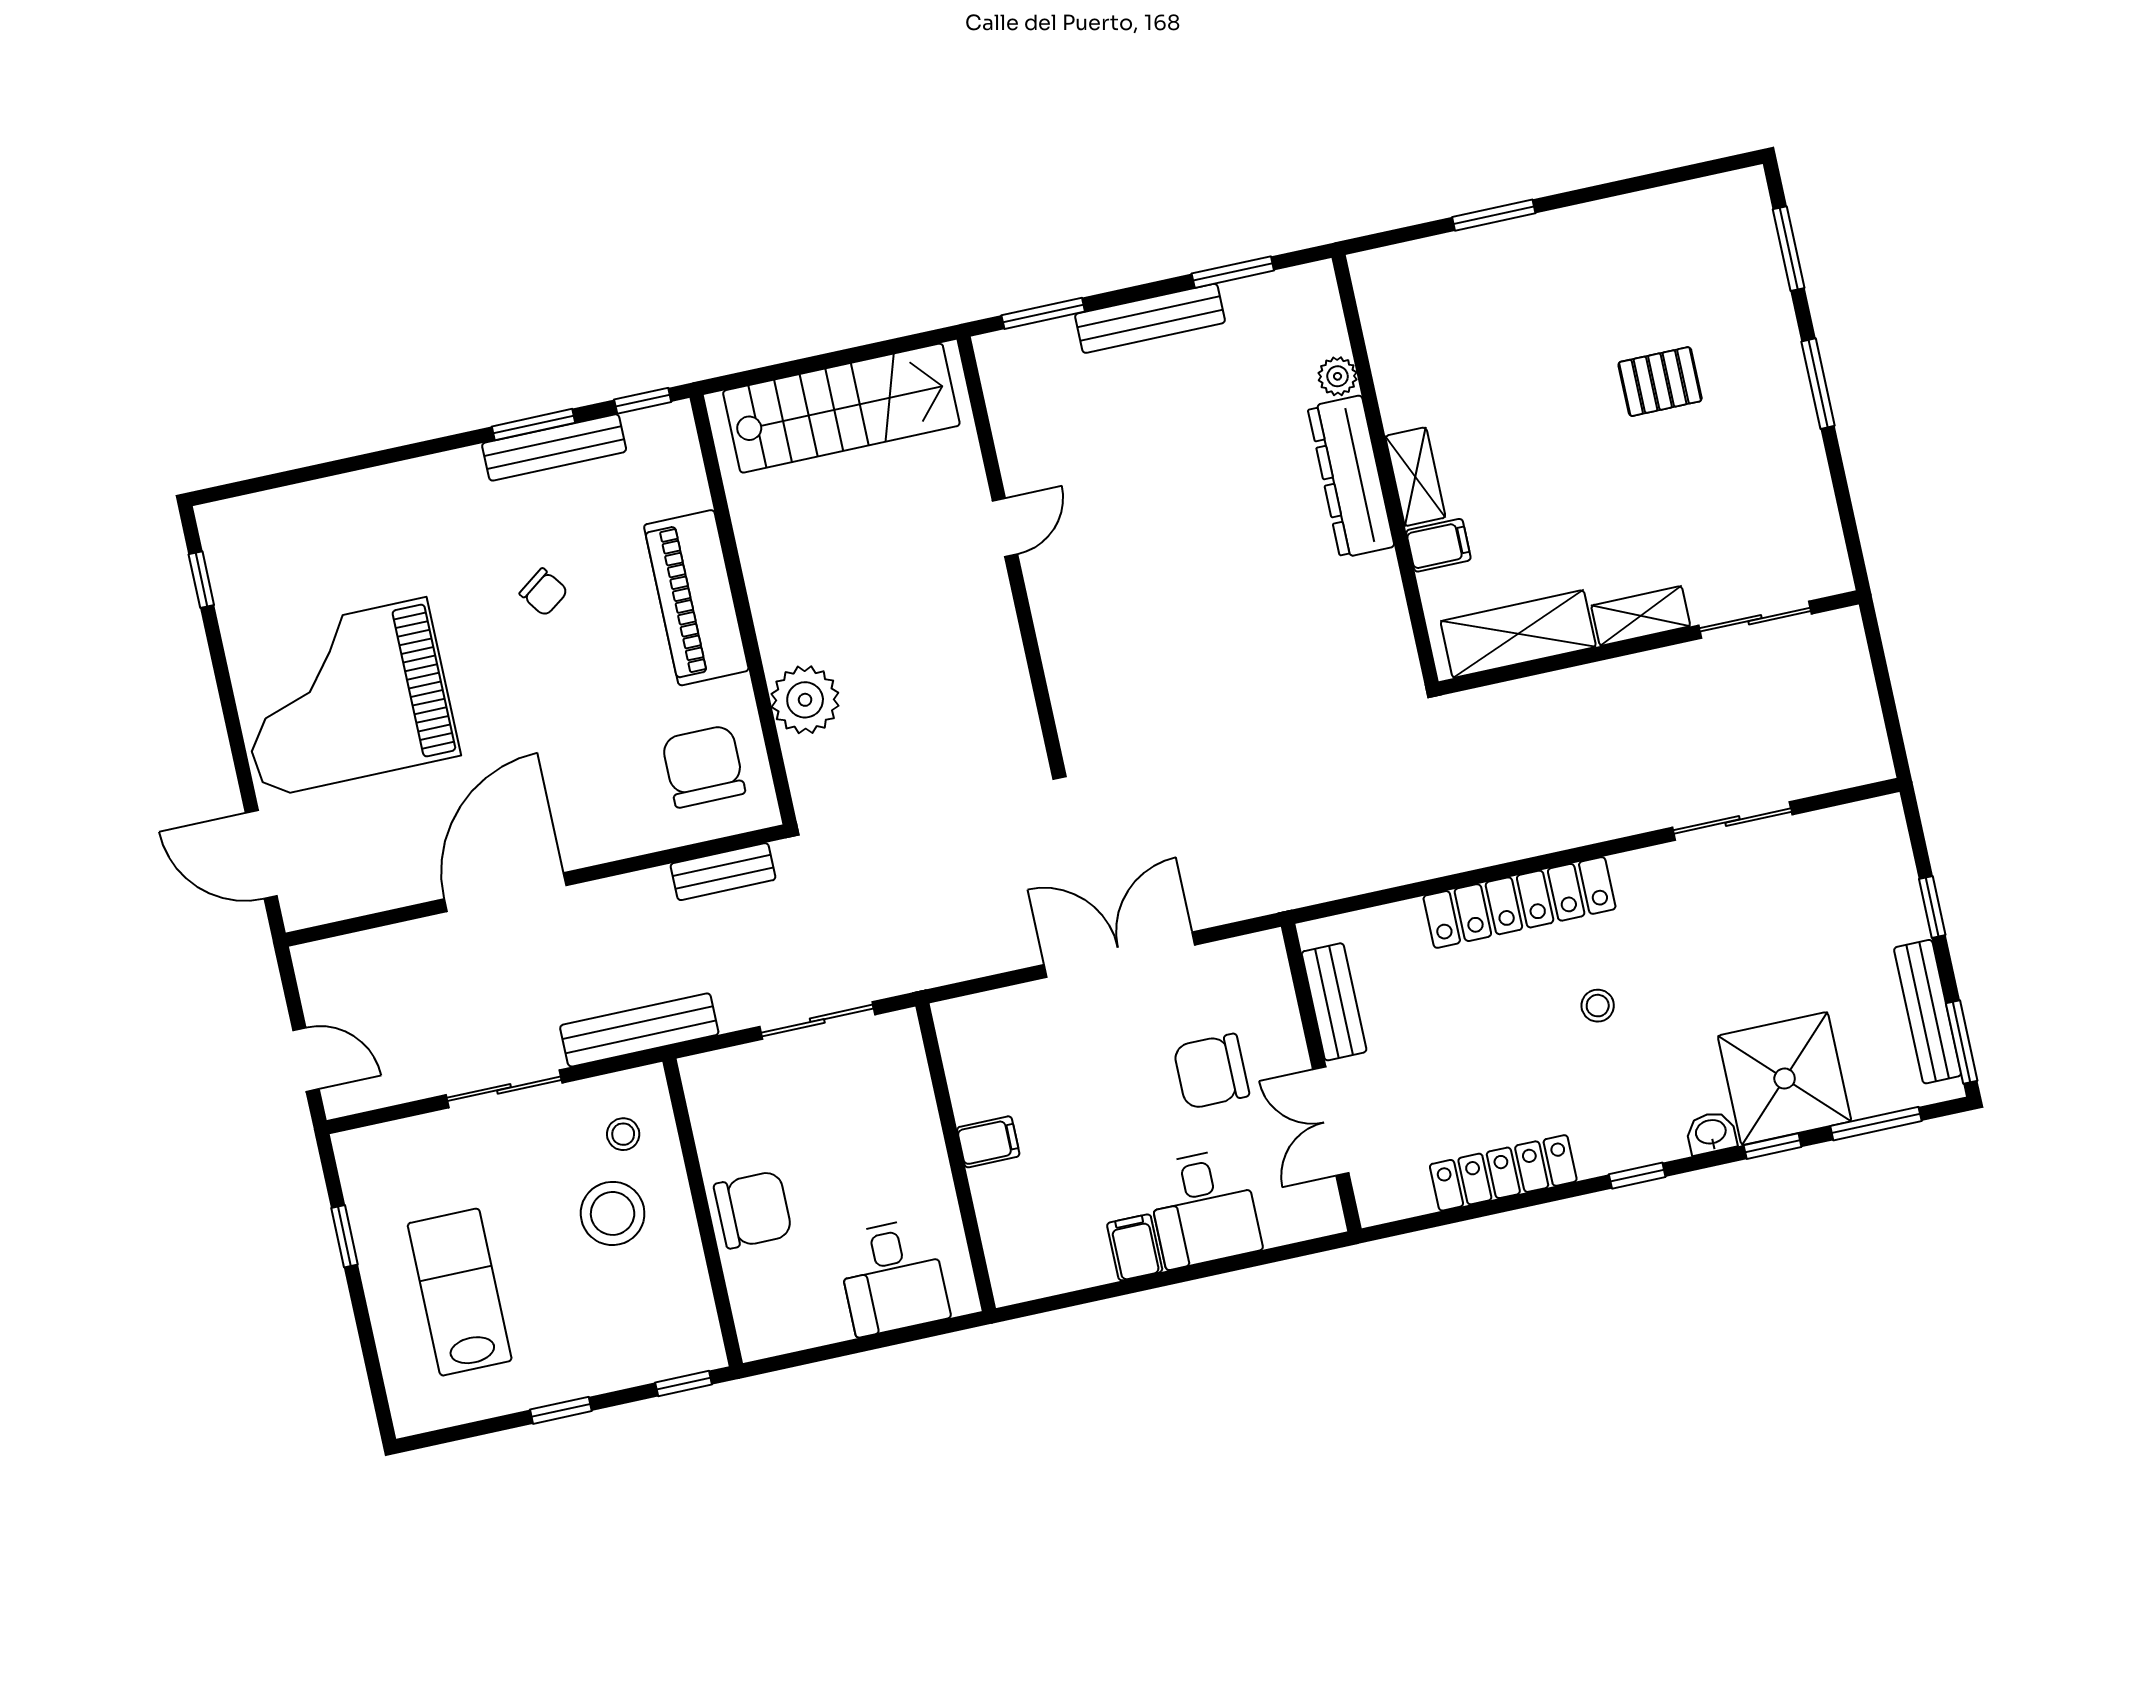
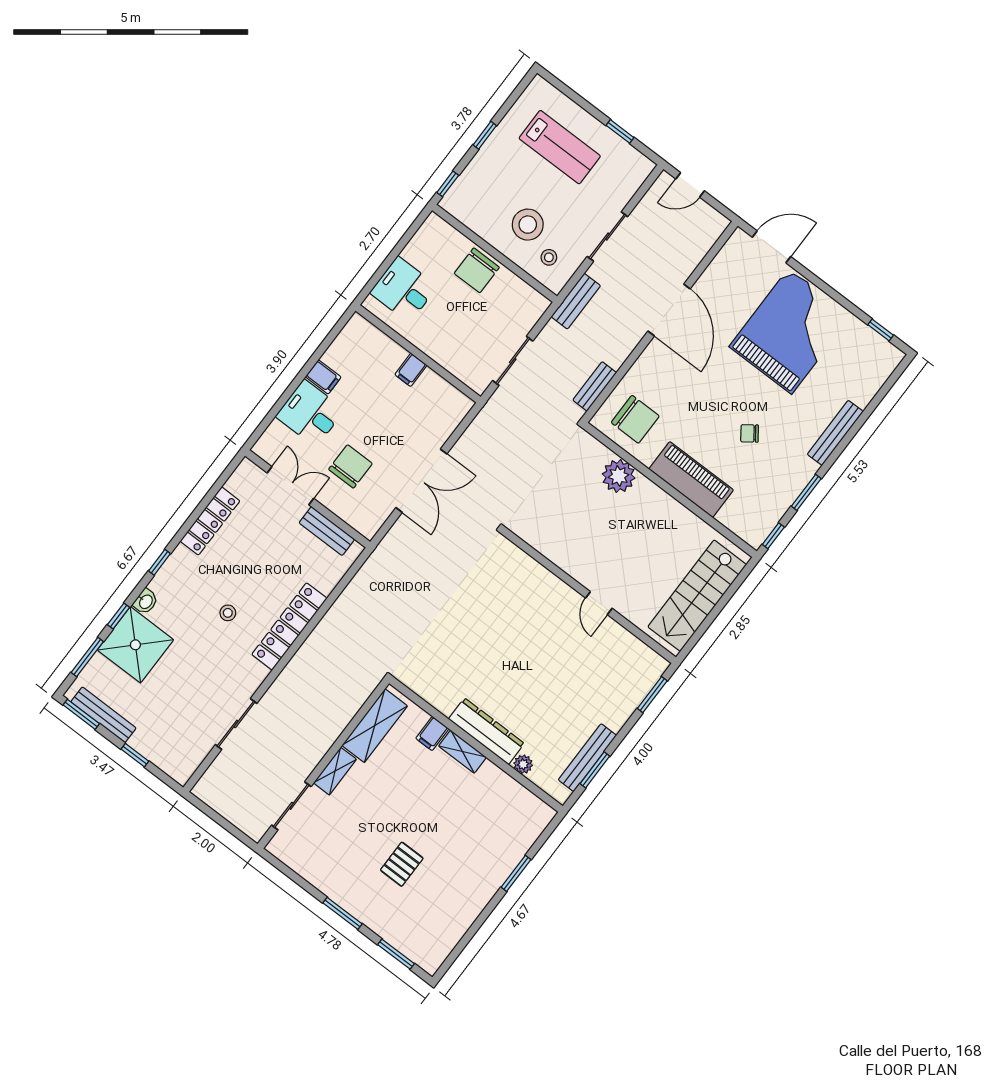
bench: (1150, 318) -> (587, 758), moved
bench: (554, 447) -> (835, 433), moved
bench: (639, 1030) -> (576, 301), width x0.73

